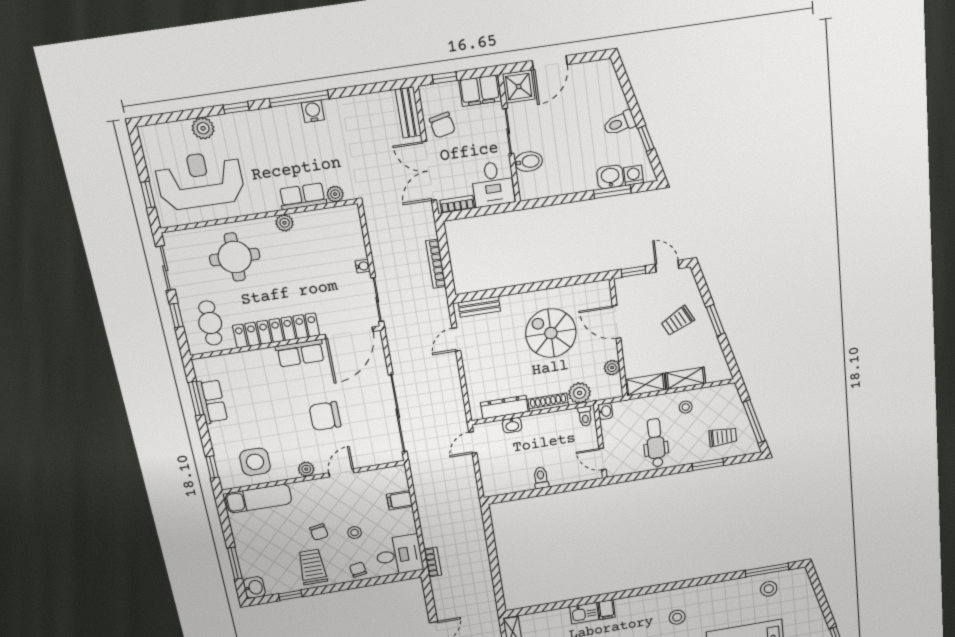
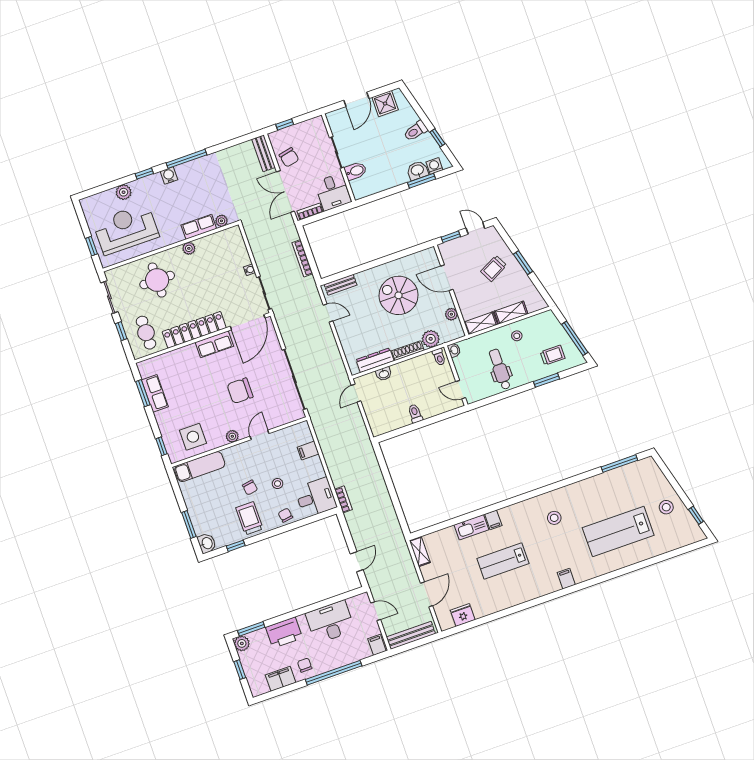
shower: (519, 87) -> (385, 103), moved
filing cabinet: (480, 91) -> (311, 128), removed
water cooler: (313, 111) -> (169, 176), moved
door: (456, 339) -> (328, 313), swing flipped
stool: (769, 589) -> (666, 507), moved
kitchen sink: (584, 613) -> (471, 527), width x1.38

